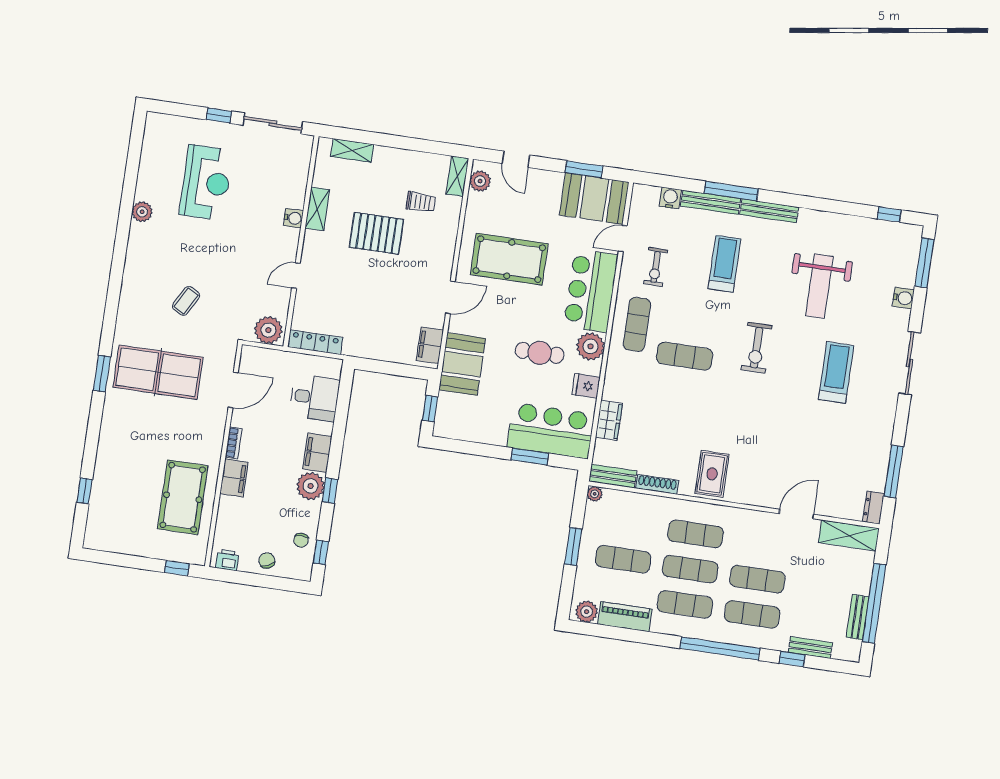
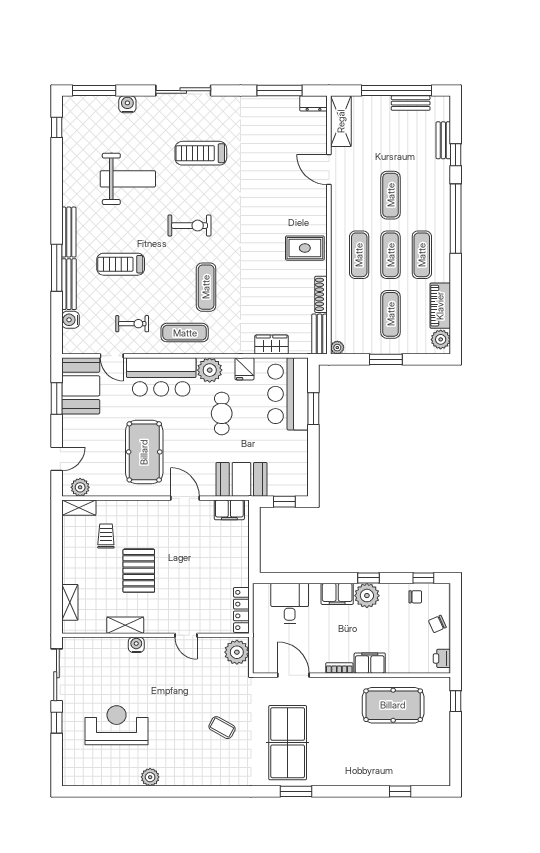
exercise mat: (752, 614) -> (422, 195), removed

